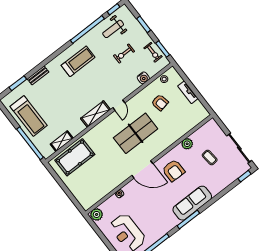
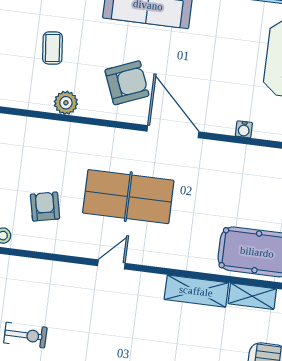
water cooler: (143, 78) -> (33, 269), removed
shelving: (95, 114) -> (196, 291), moved
armchair: (174, 170) -> (127, 83), turned 68

